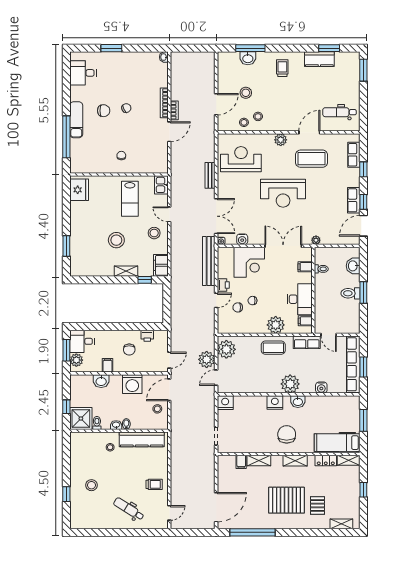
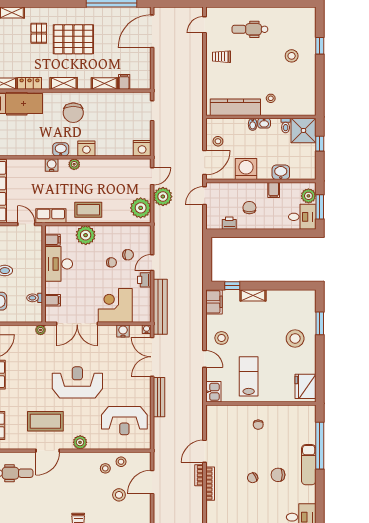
bench: (210, 175) -> (159, 397), width x1.36
stool: (116, 240) -> (295, 338), moved
plant: (290, 384) -> (74, 164), width x0.53, depth x0.53
water cooler: (321, 388) -> (52, 165), moved
dental chair: (129, 509) -> (250, 29), turned 148

